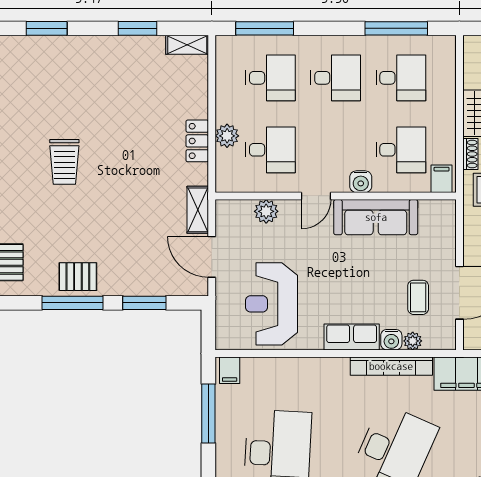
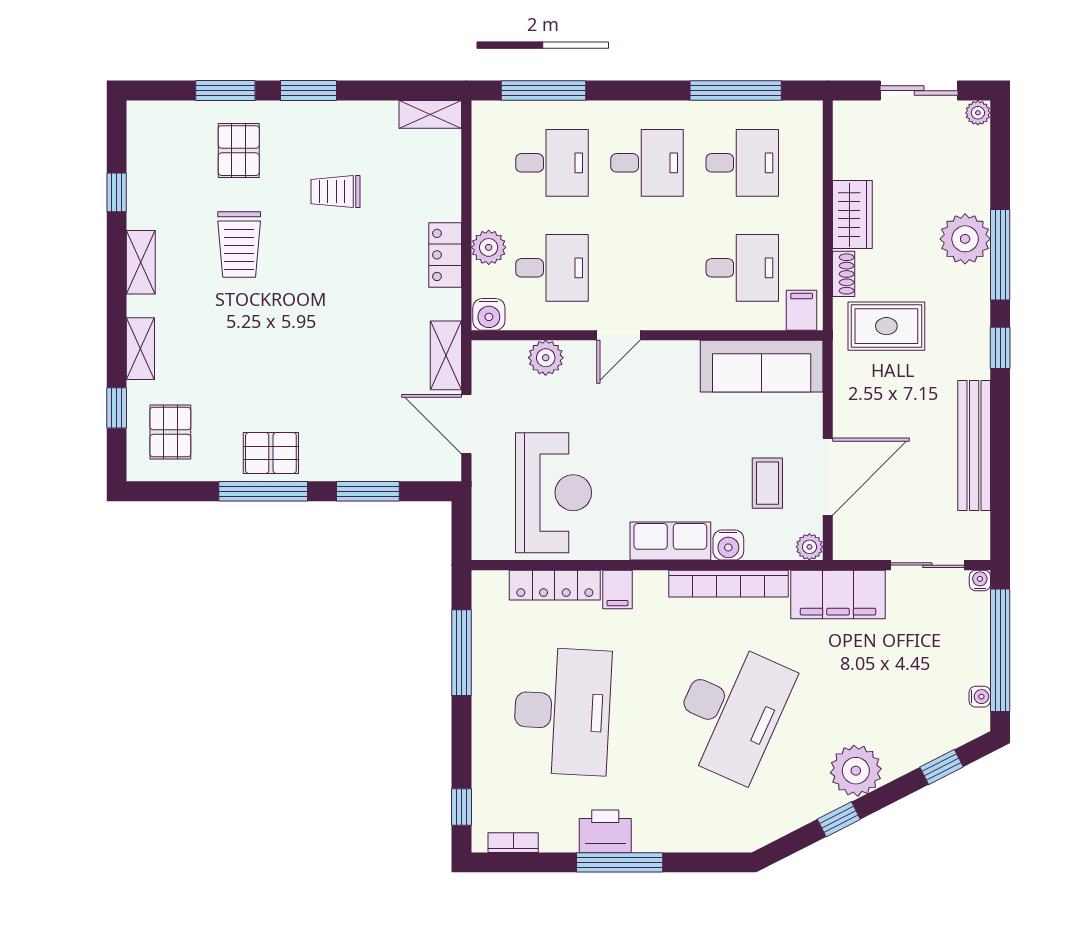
window: (137, 28) -> (308, 91), moved
pallet: (56, 69) -> (239, 151), added
trolley: (122, 98) -> (335, 192), added
trolley: (64, 162) -> (239, 245), moved
water cooler: (361, 182) -> (489, 314), moved
sofa: (376, 217) -> (762, 366), moved
reception desk: (272, 304) -> (554, 493), turned 180
plant: (413, 341) -> (809, 547), moved
locker: (272, 367) -> (555, 585), added
filing cabinet: (230, 370) -> (617, 590), moved

